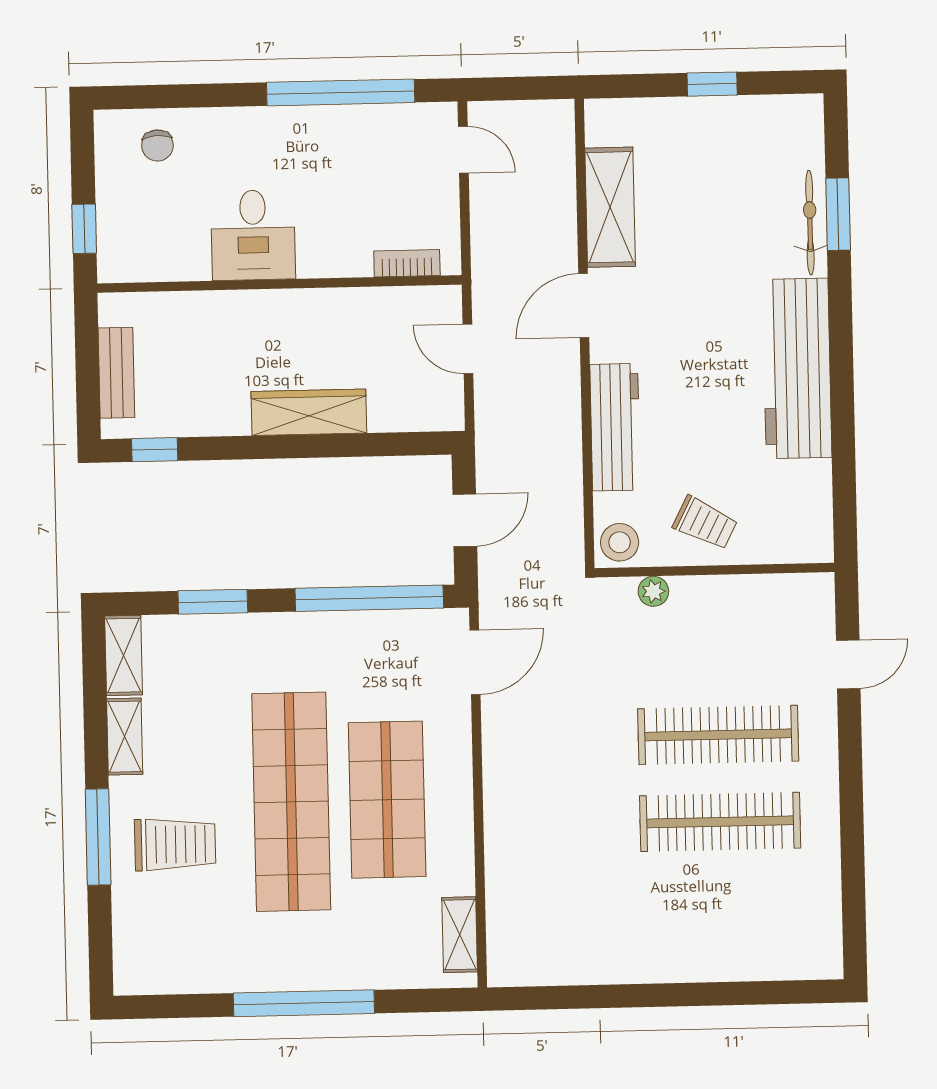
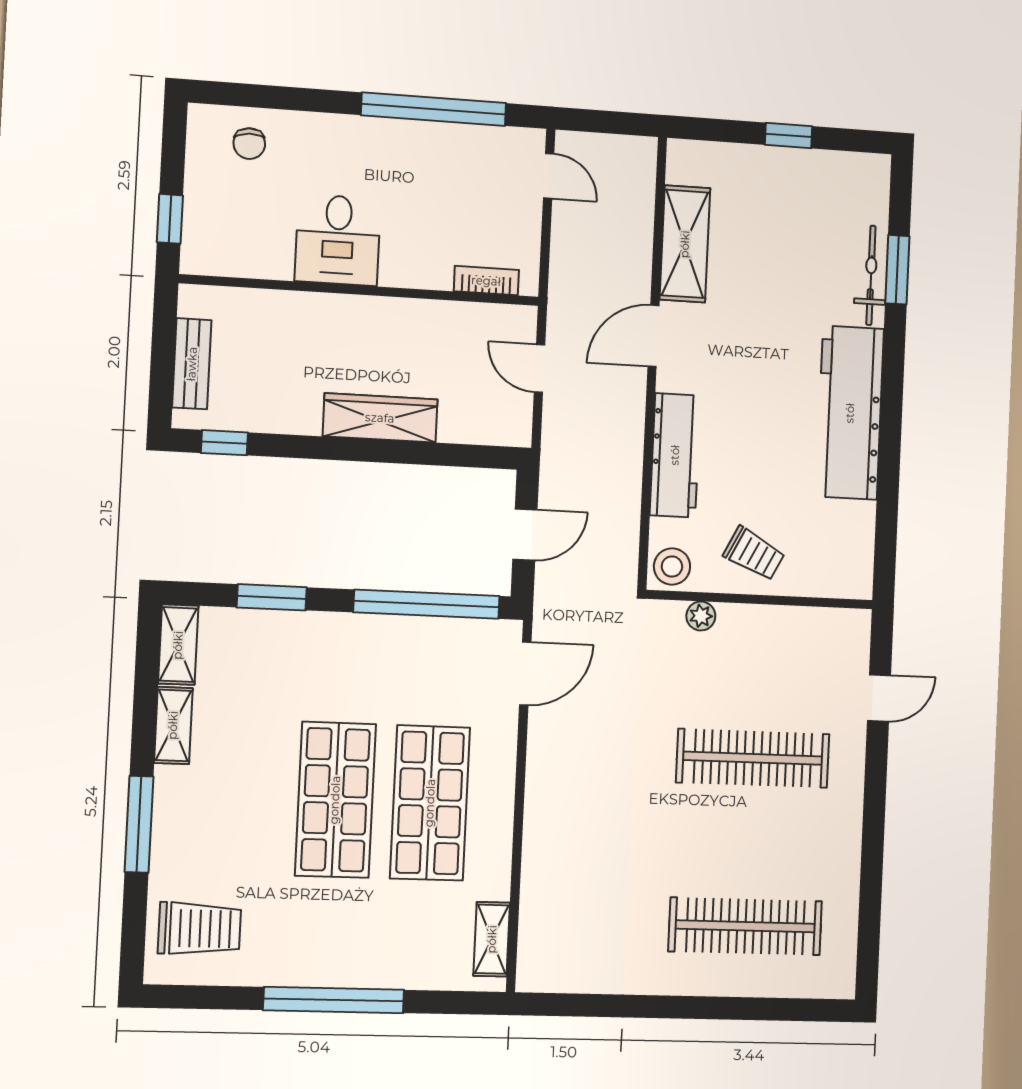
shop shelf: (291, 802) -> (335, 800), width x0.71
clothes rail: (720, 822) -> (745, 926), moved
trolley: (175, 844) -> (199, 929), moved

